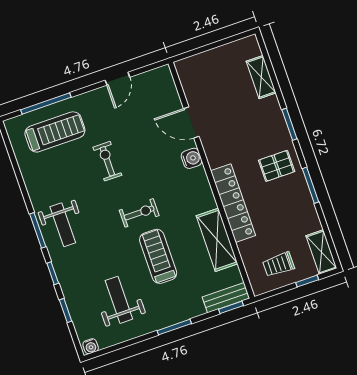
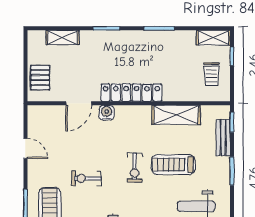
pallet: (277, 166) -> (40, 78), moved
locker: (233, 203) -> (131, 93), moved
exercise bike: (139, 213) -> (135, 168), turned 180
bench: (226, 298) -> (223, 138), moved

